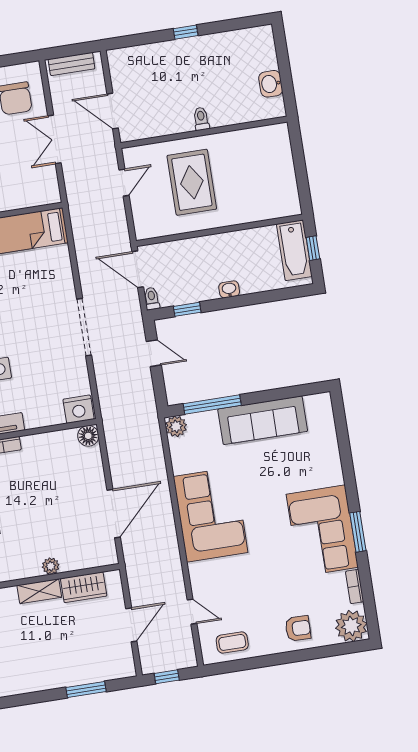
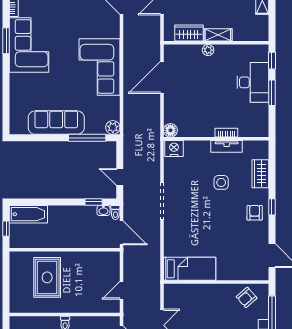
rug: (192, 182) -> (47, 277), moved
bathtub: (294, 250) -> (28, 214), moved, turned 90
washbasin: (229, 289) -> (103, 210), moved

